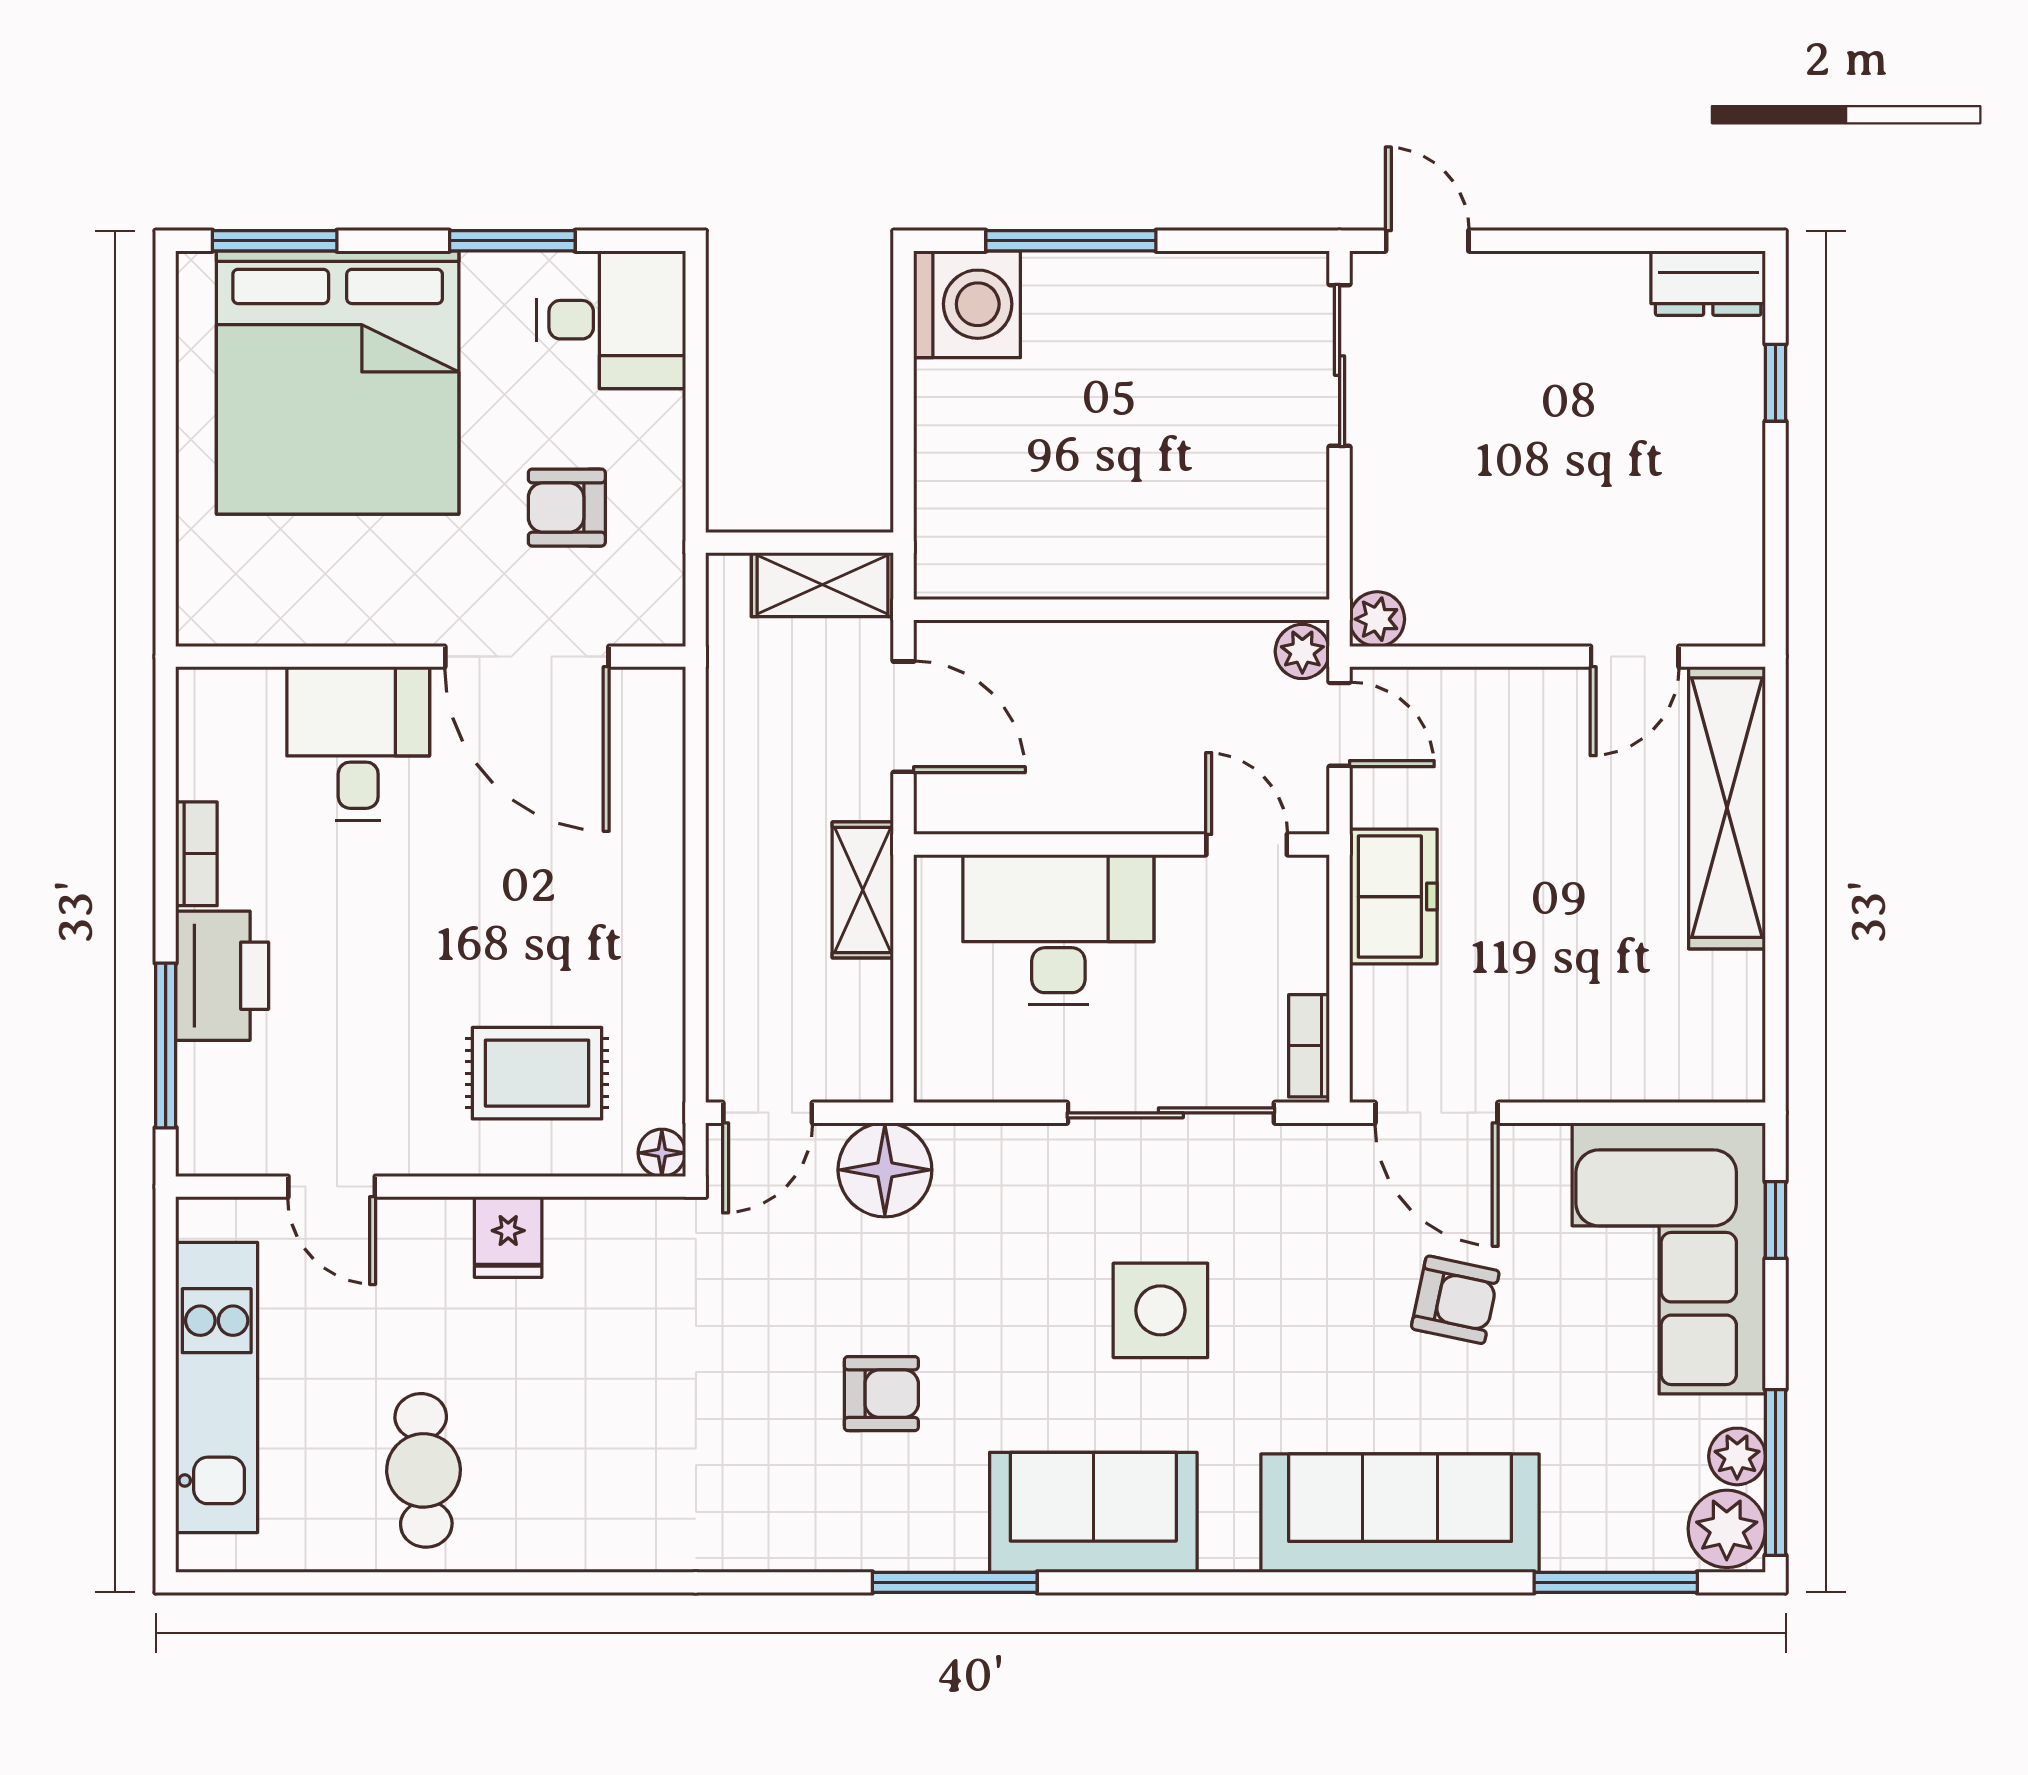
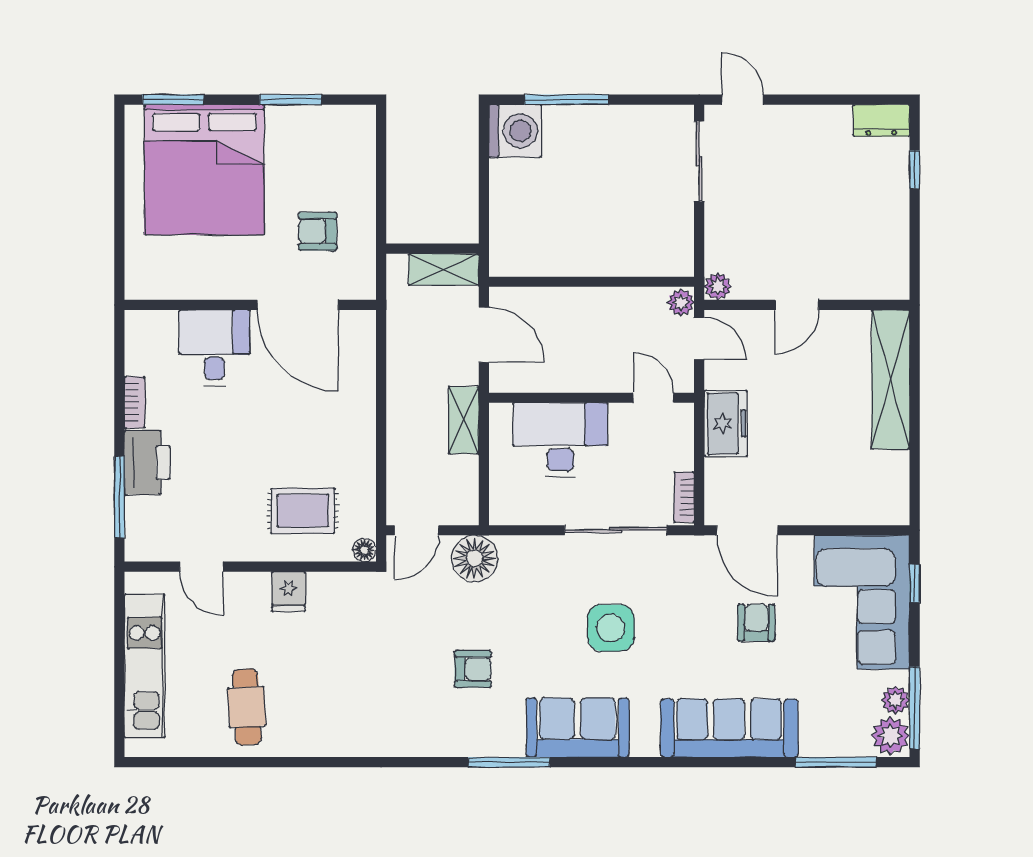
desk: (611, 320) -> (339, 139), removed
door: (1635, 657) -> (797, 305), moved
armchair: (1455, 1300) -> (756, 623), turned -102

